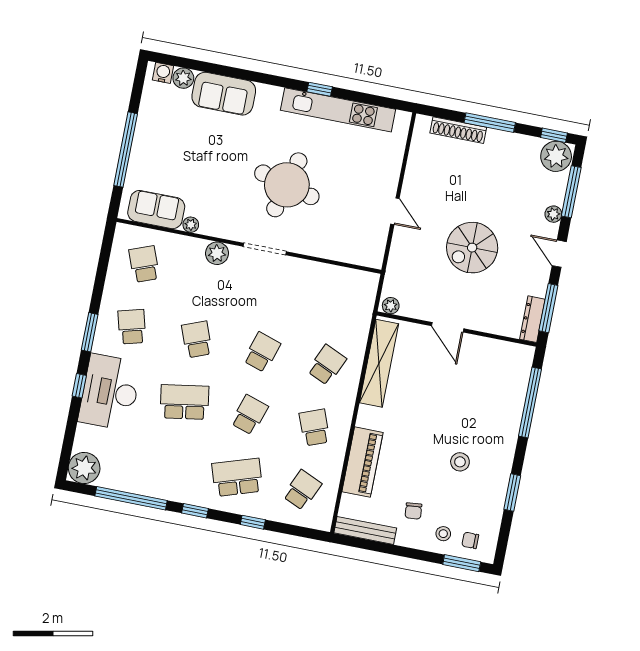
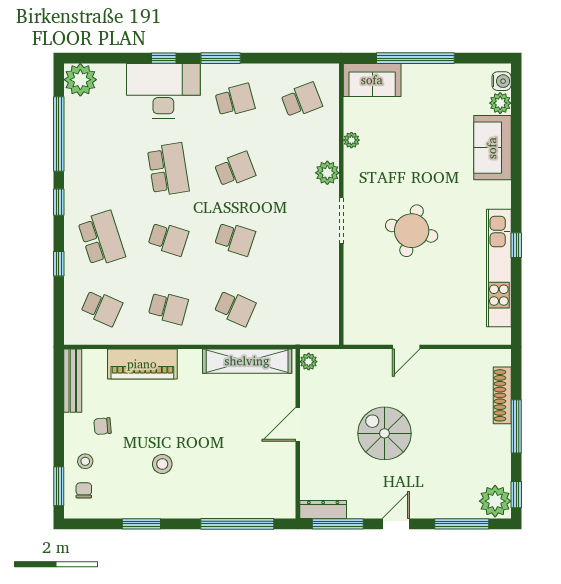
round table: (287, 185) -> (412, 231), width x0.73, depth x0.73
sofa: (156, 210) -> (372, 80), moved, turned 90
plant: (553, 214) -> (435, 510), removed
school desk: (315, 428) -> (168, 308), turned 36

